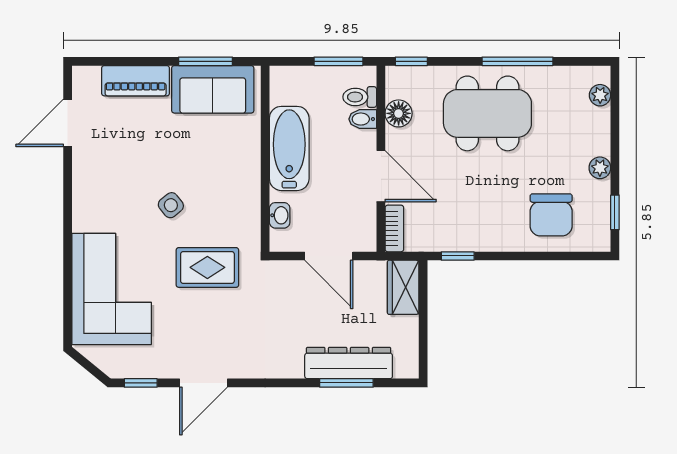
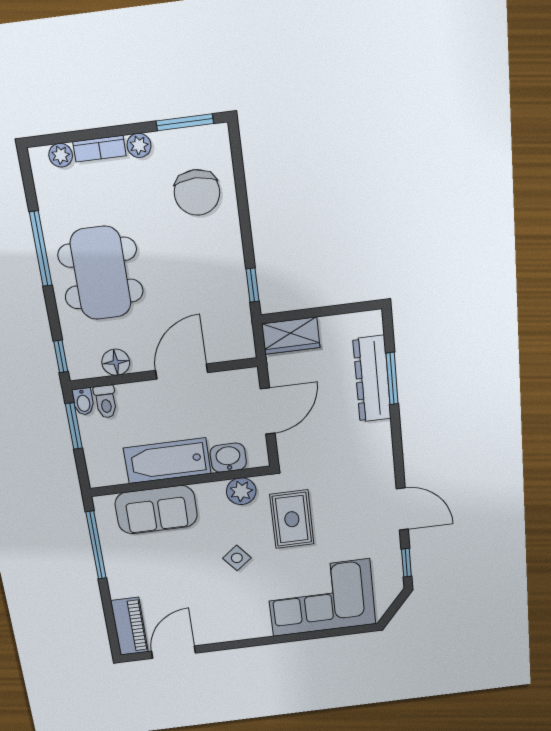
window: (206, 61) -> (96, 545), width x1.44
piano: (136, 81) -> (129, 626), moved
sofa: (213, 89) -> (156, 510), moved, turned 90
bidet: (363, 119) -> (83, 402), moved
door: (68, 123) -> (173, 652), swing flipped
window: (615, 212) -> (185, 122), width x1.50
washbasin: (280, 215) -> (228, 458), width x1.38, depth x1.45
chair: (551, 215) -> (197, 192), turned 90
plant: (246, 219) -> (241, 491), added
bookcase: (394, 228) -> (99, 149), moved, turned 180

